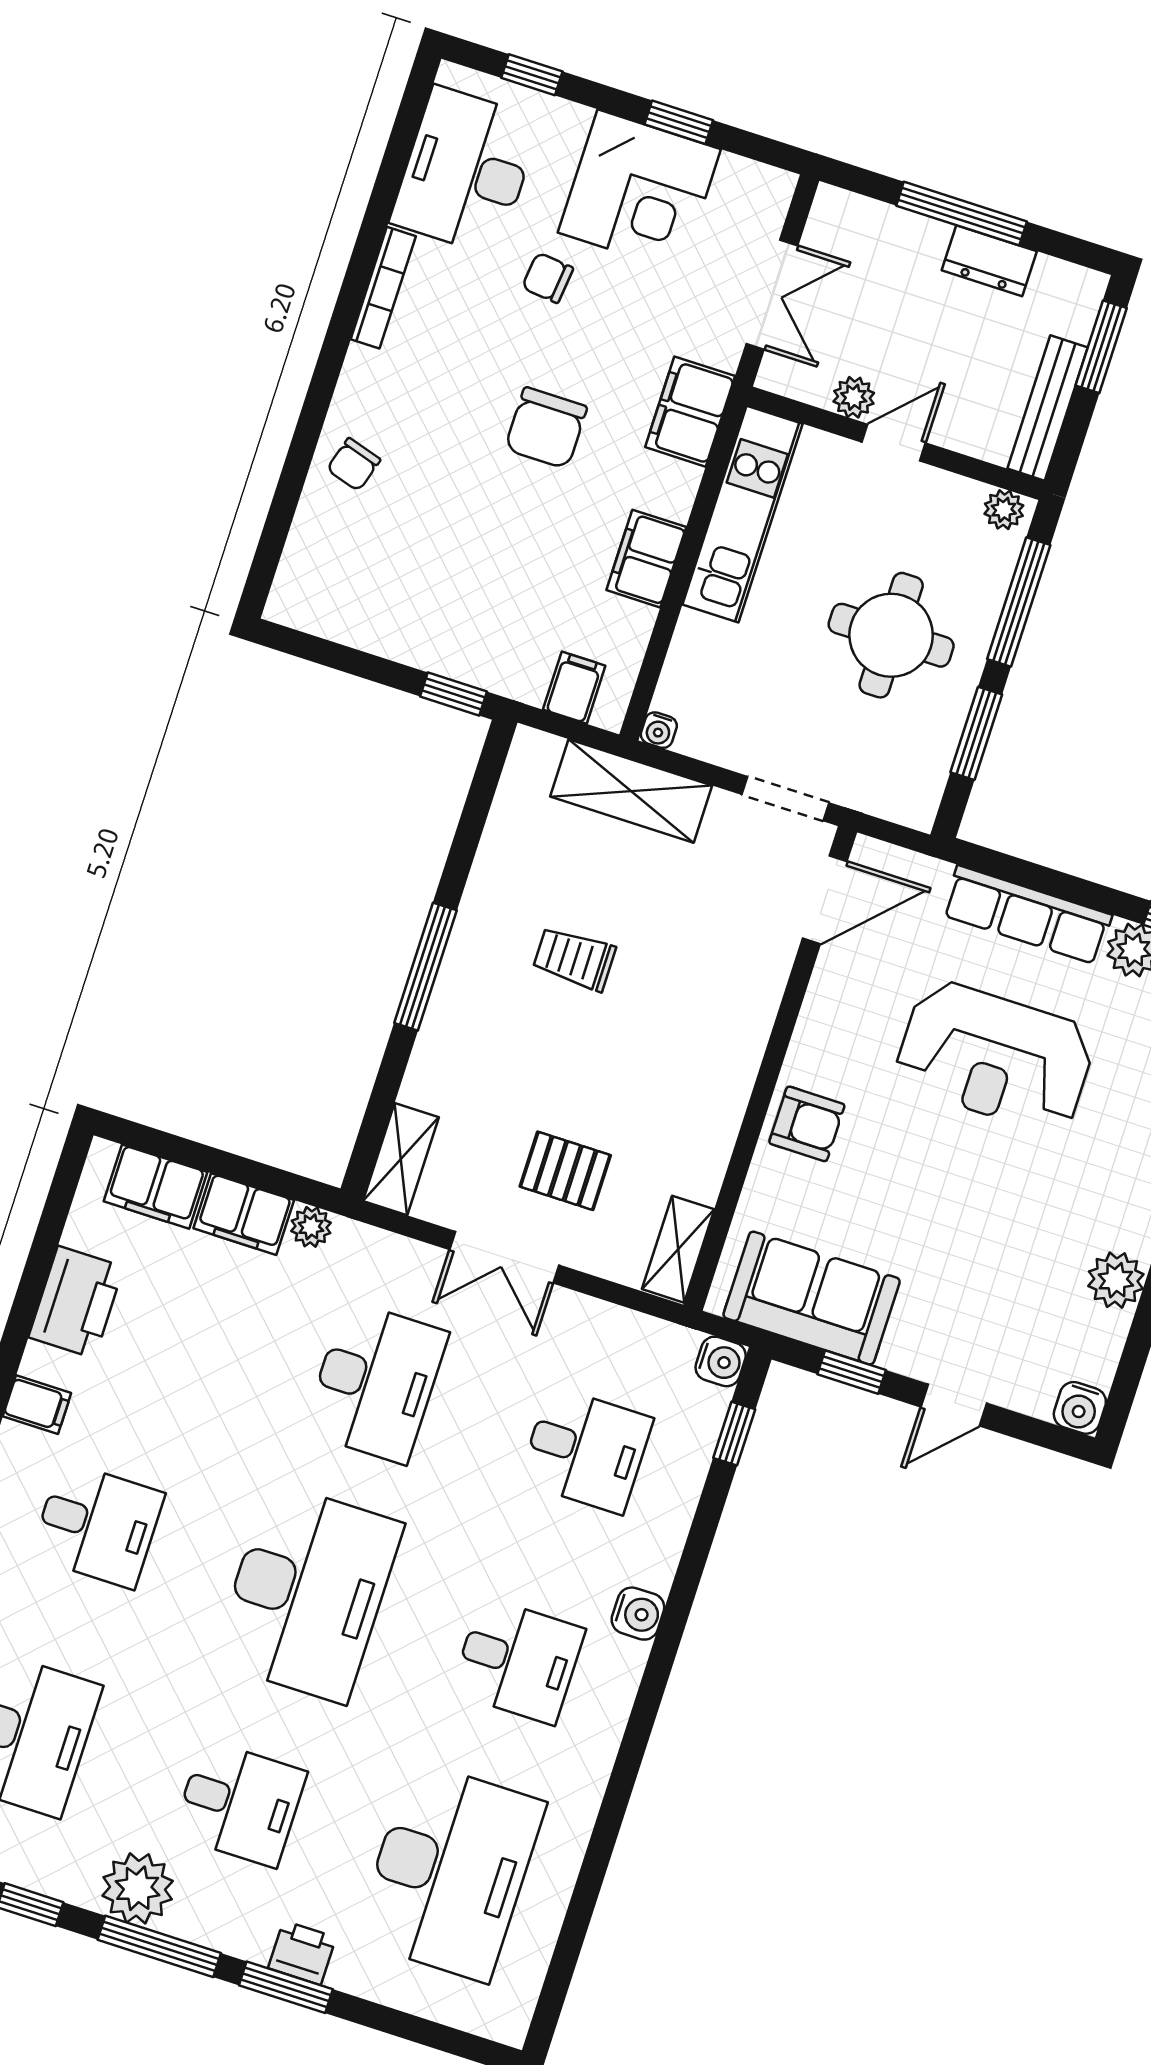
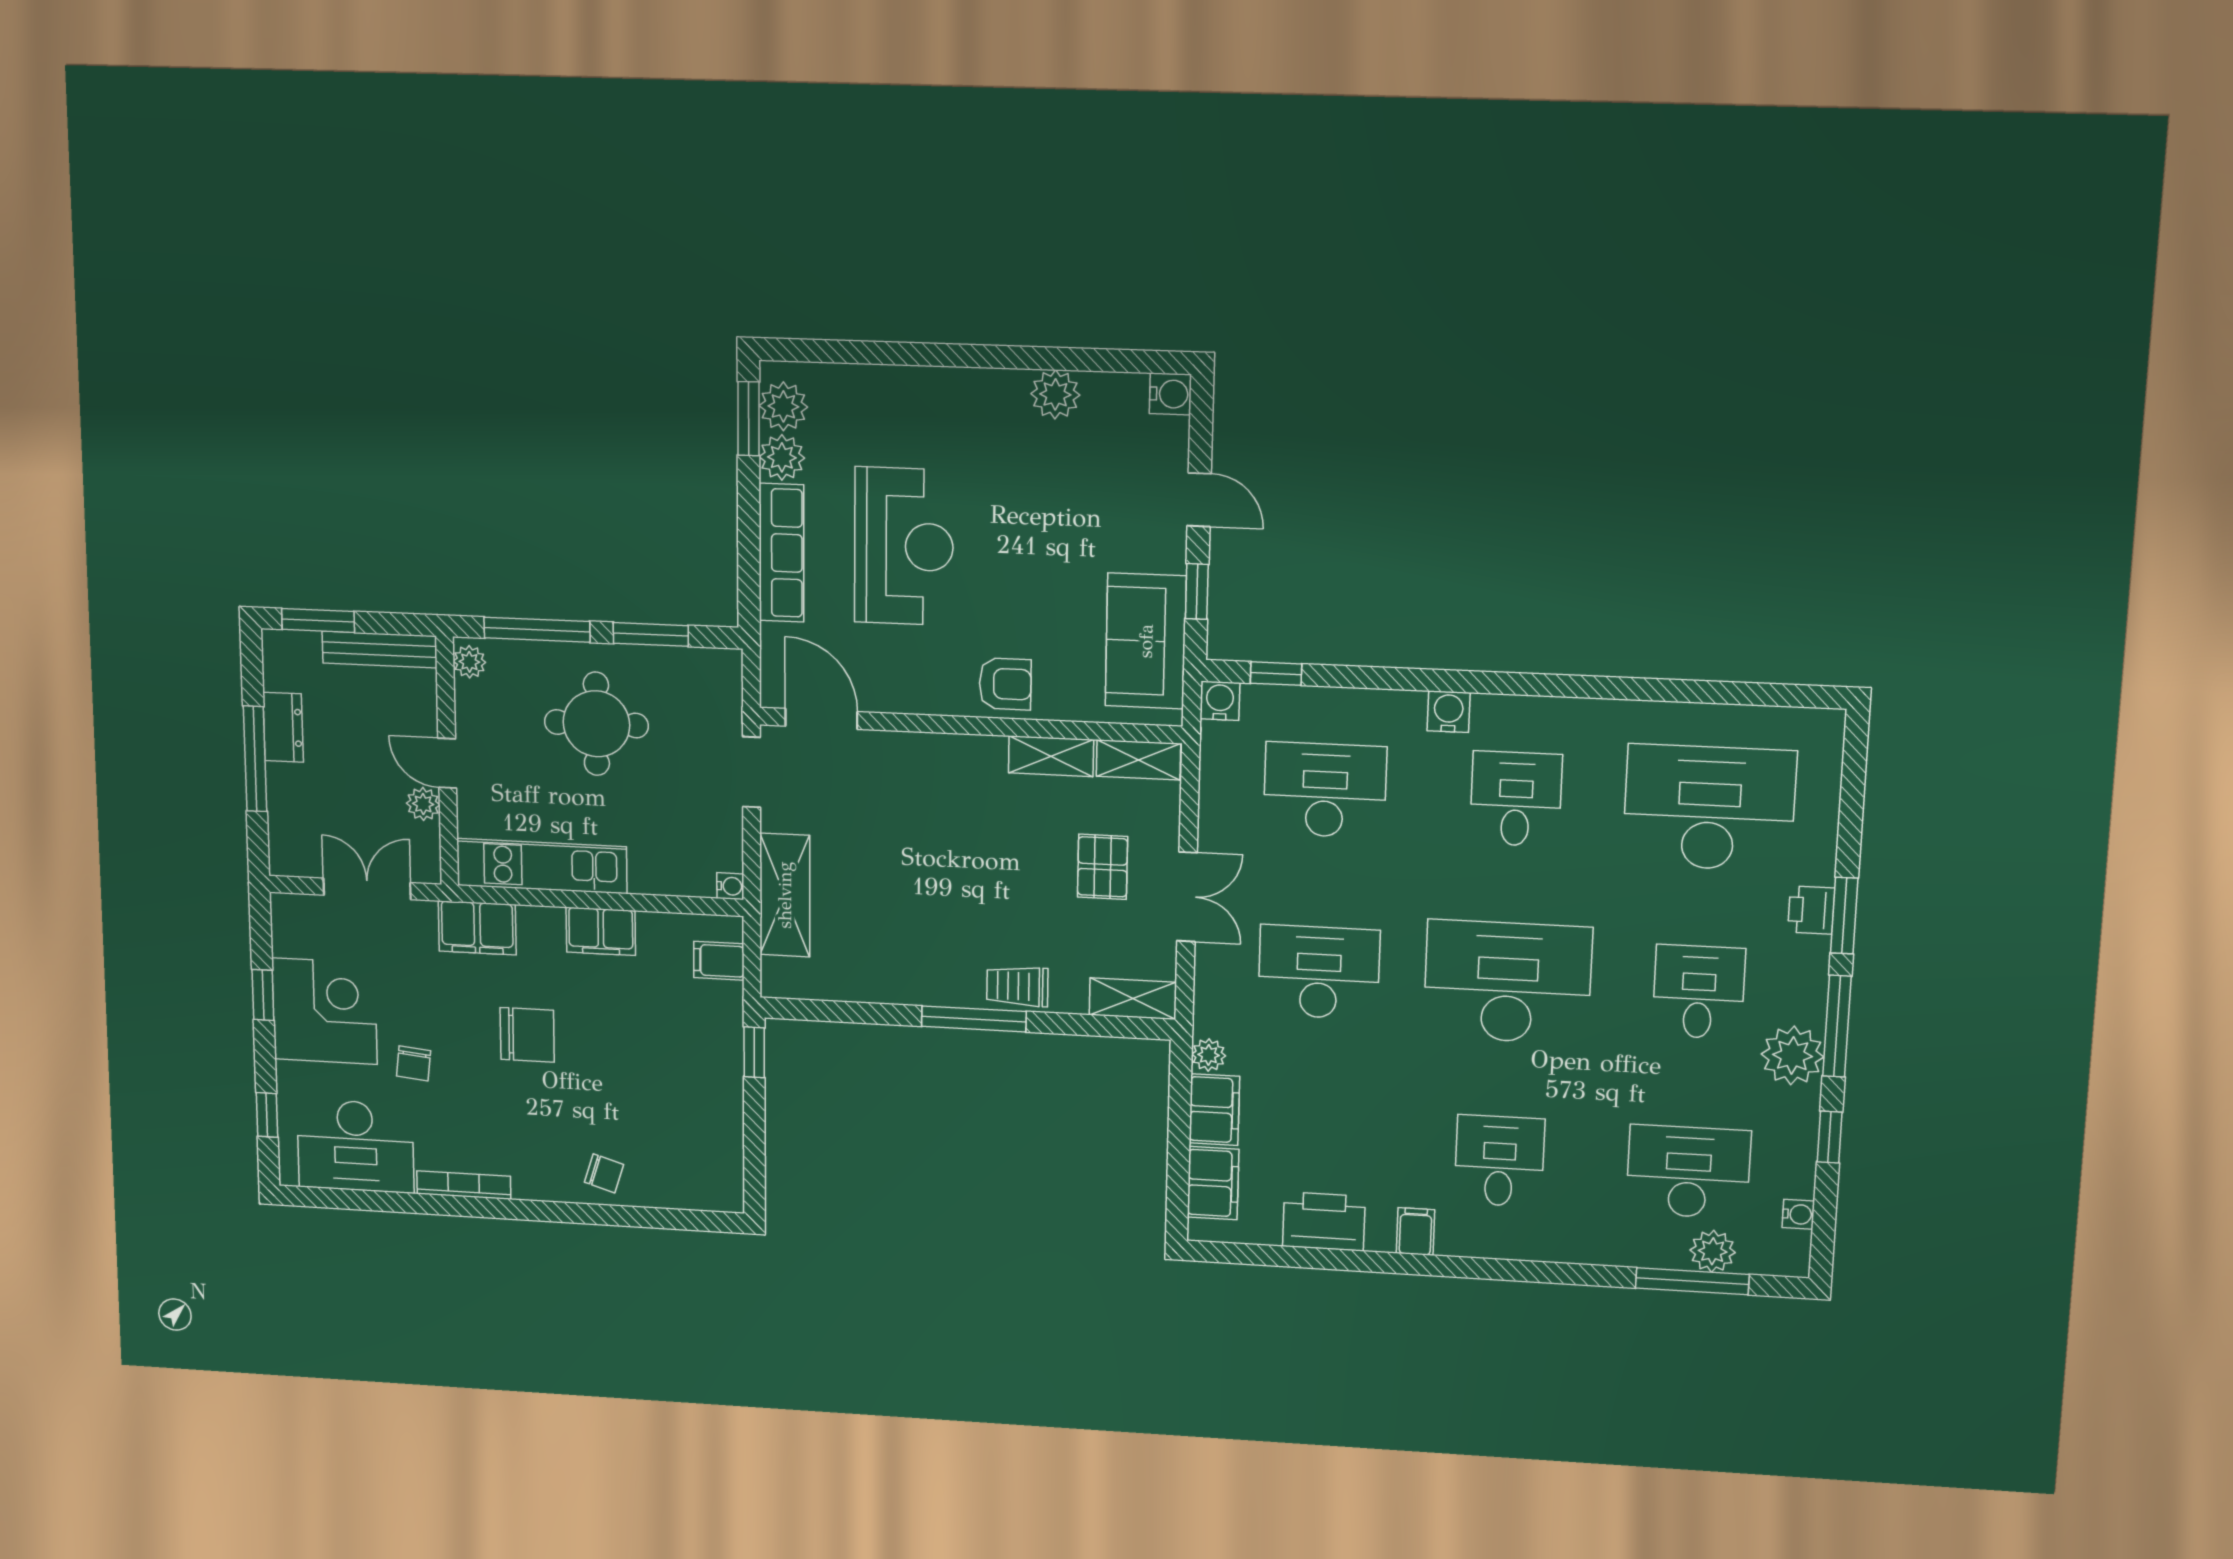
trolley: (574, 959) -> (1017, 986), moved, turned 90
armchair: (807, 1124) -> (1005, 684), turned 90
shelving: (709, 1151) -> (1051, 756), added
desk: (586, 1450) -> (1325, 790), width x1.37

